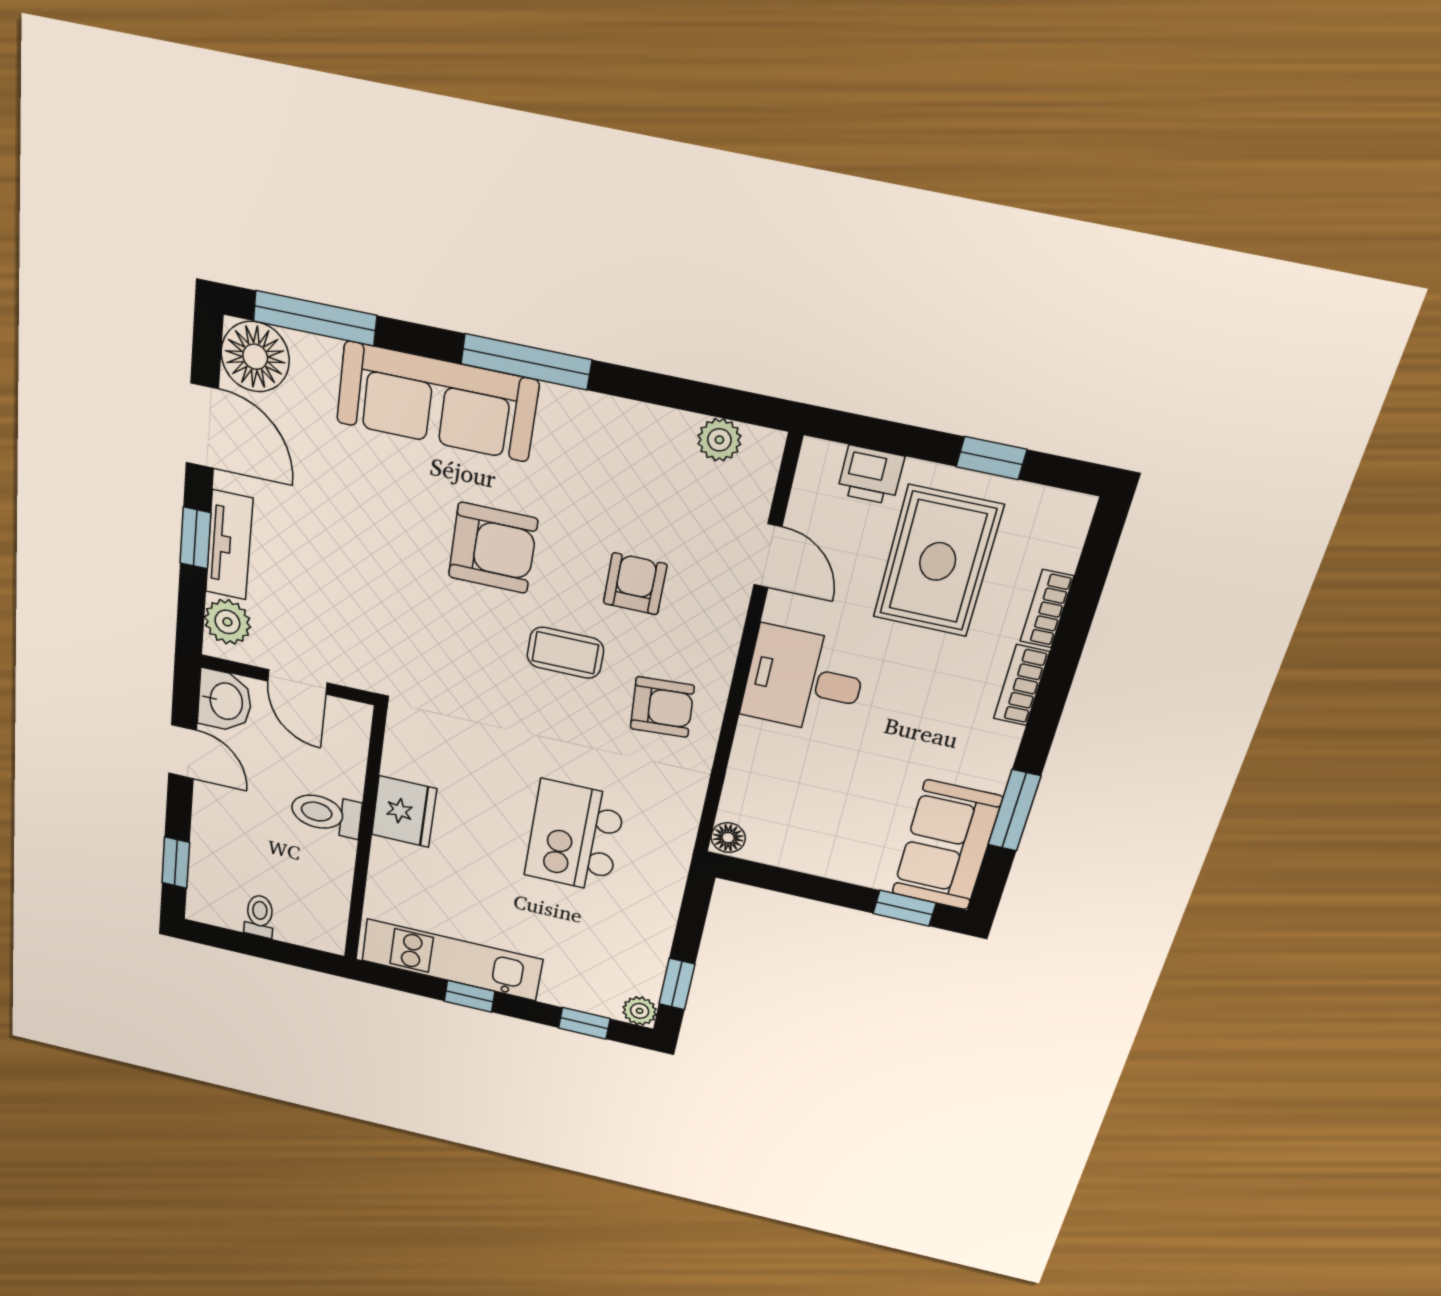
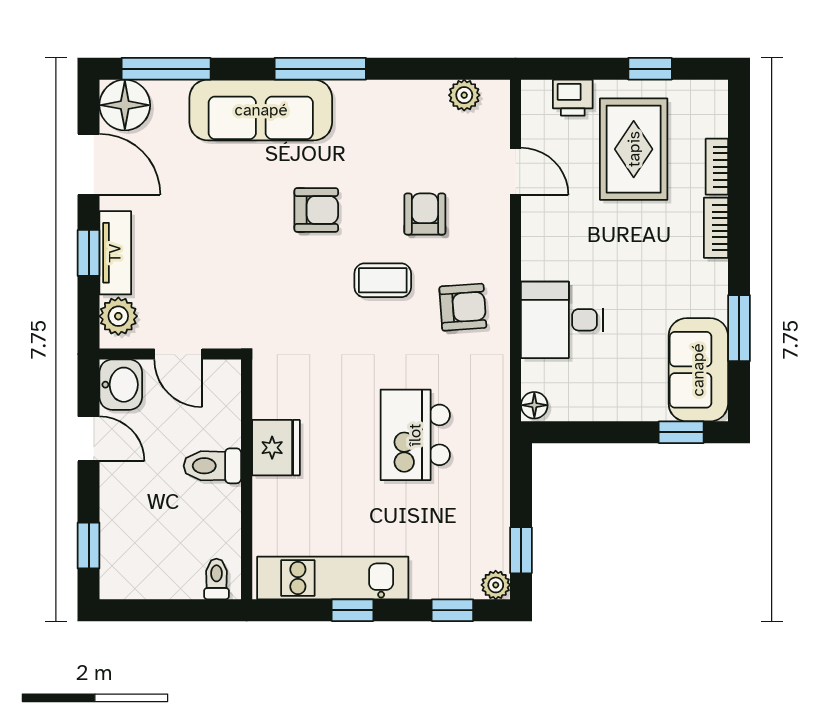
armchair: (493, 548) -> (316, 210), width x0.72, depth x0.72
desk: (804, 680) -> (562, 320), moved
toilet: (259, 916) -> (216, 579), moved

